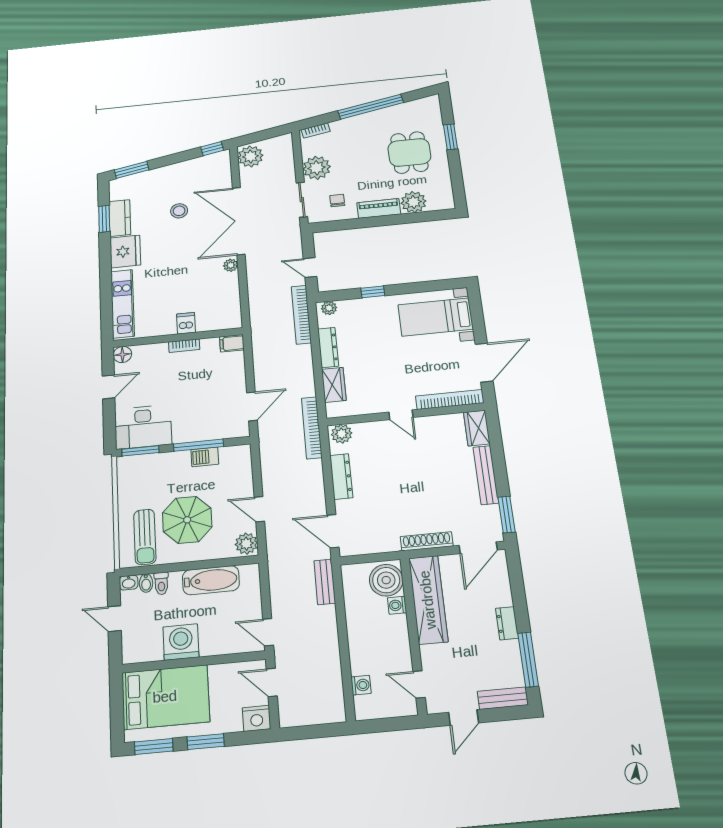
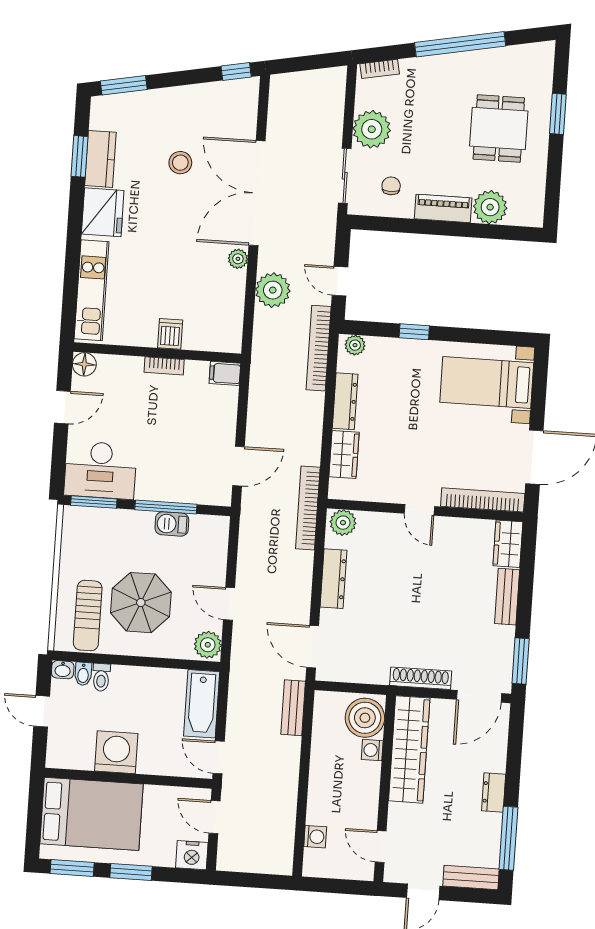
plant: (250, 156) -> (273, 290), moved
bench: (486, 475) -> (507, 597), width x0.73
bathtub: (211, 580) -> (202, 704), moved, turned 90

